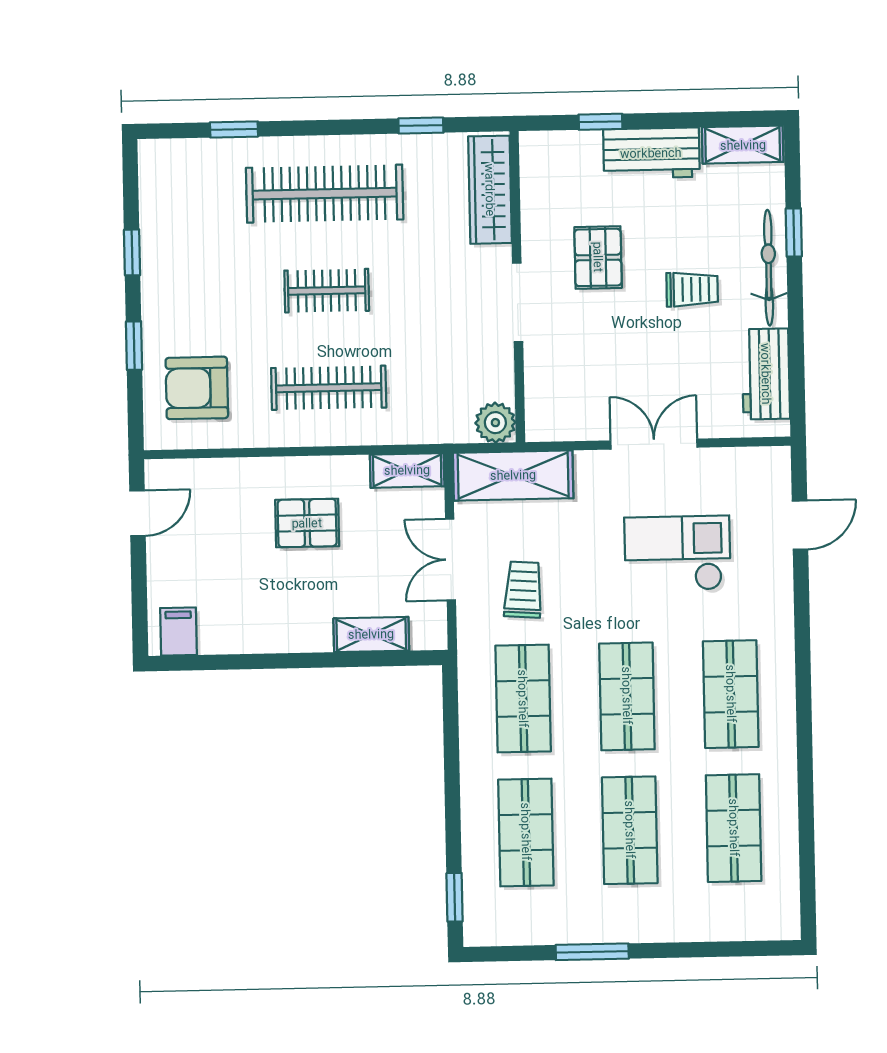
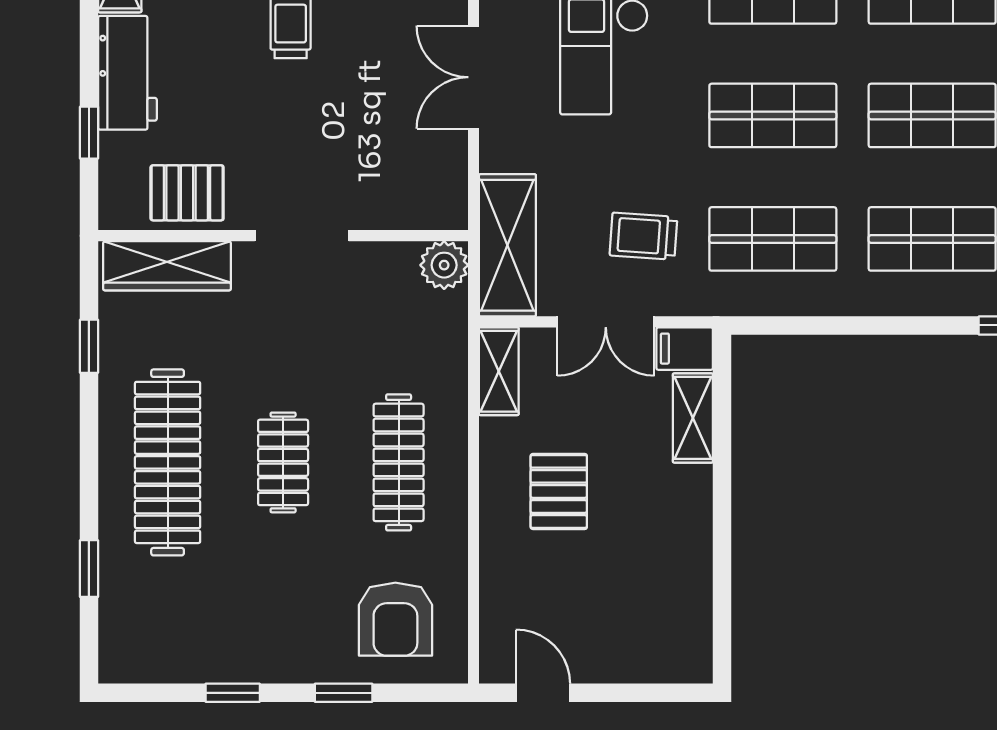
pallet: (598, 257) -> (187, 193), moved
filing cabinet: (178, 632) -> (685, 349), moved

